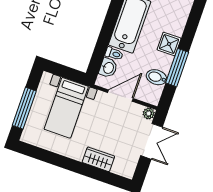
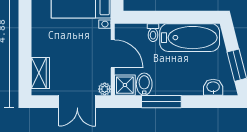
shower: (169, 44) -> (125, 85), moved
washbasin: (108, 68) -> (213, 87), moved, turned 180
wardrobe: (98, 159) -> (40, 73), moved

